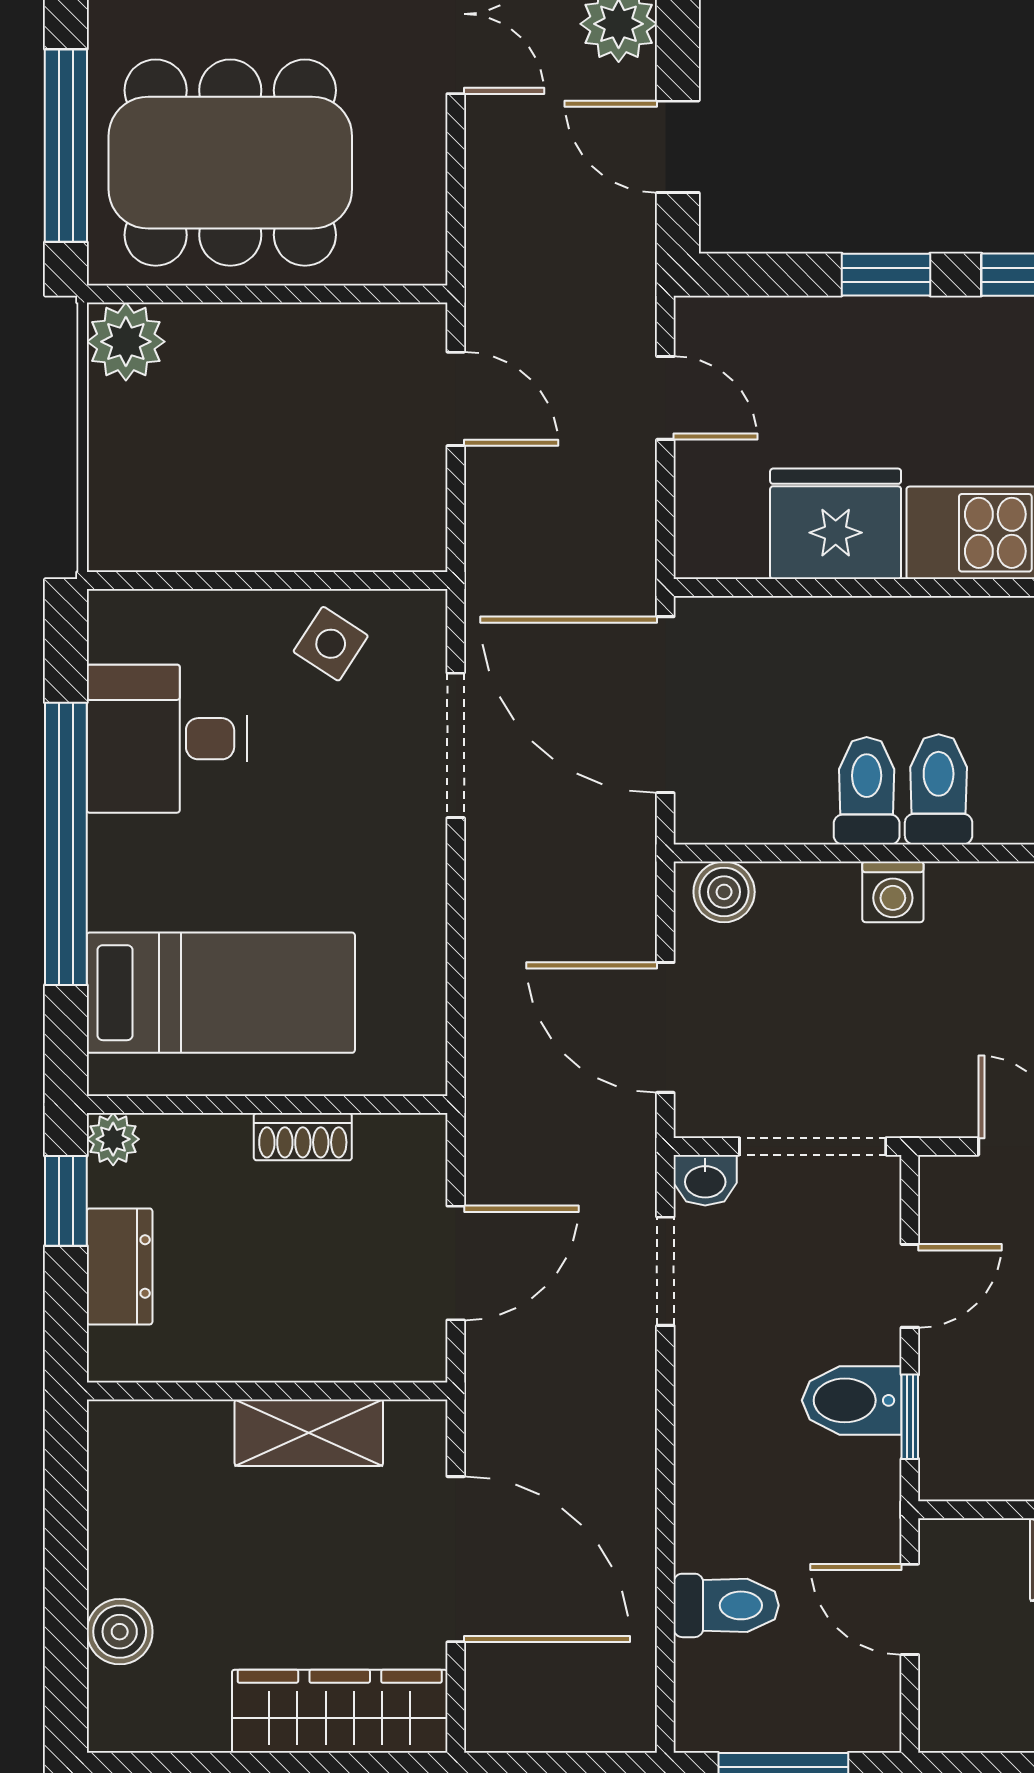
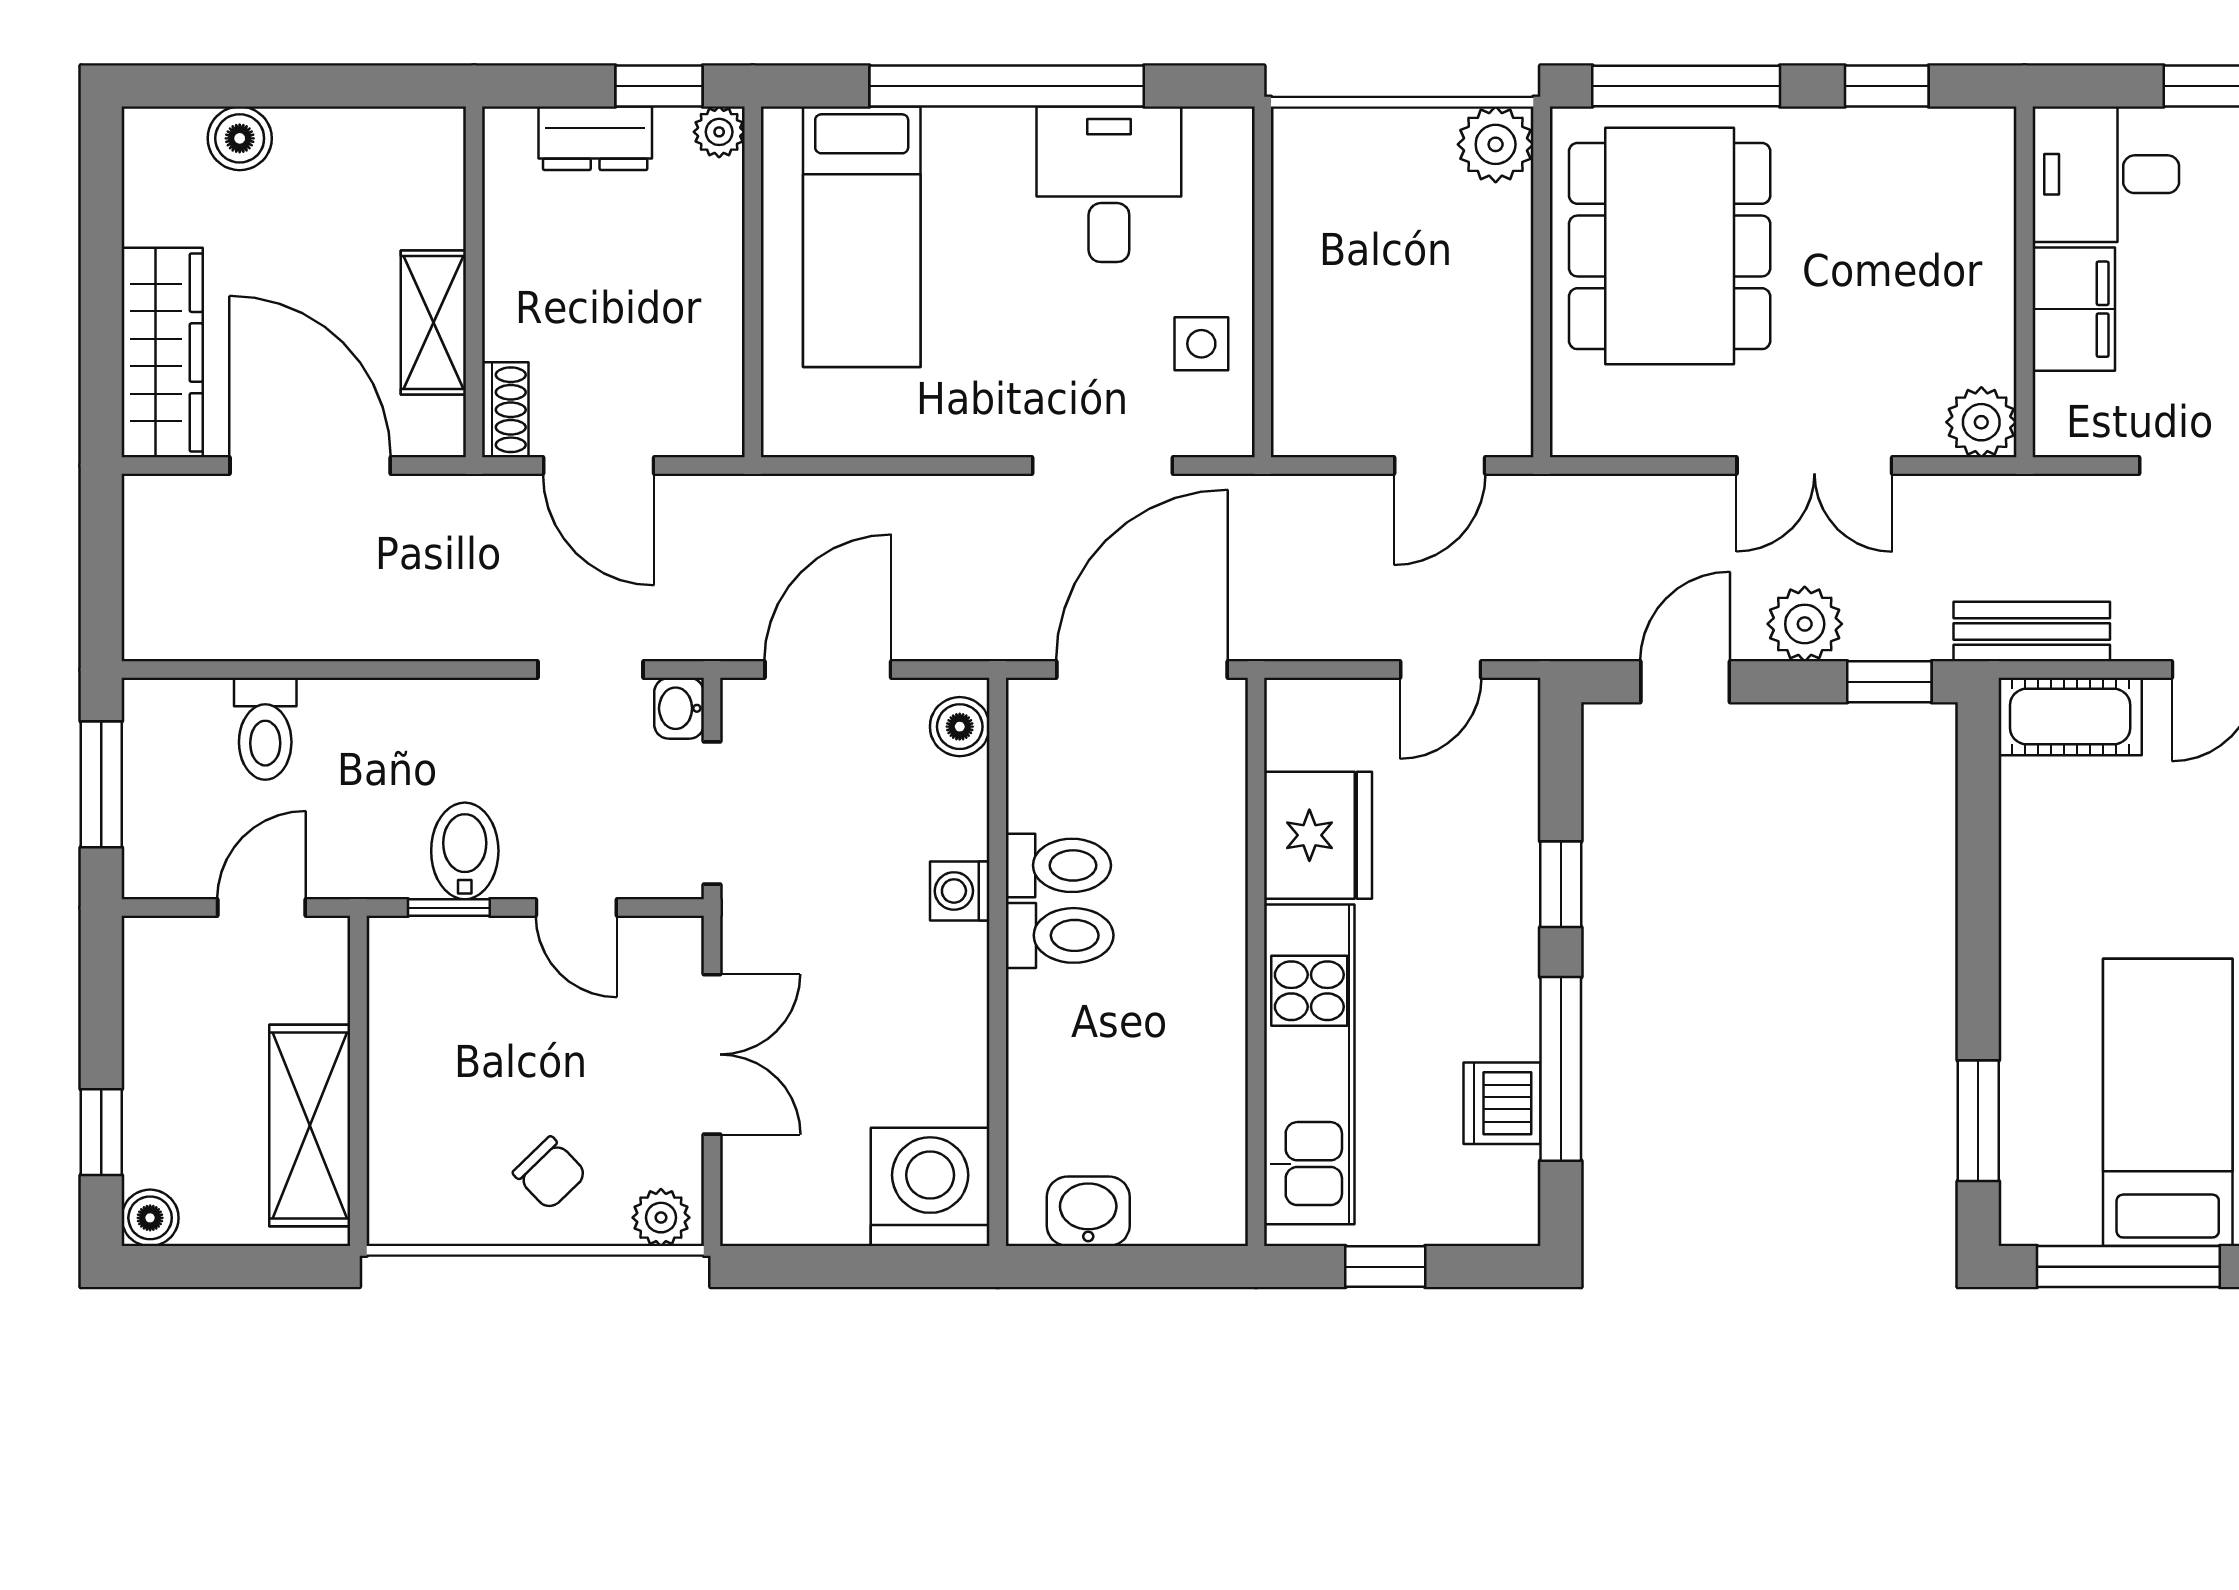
side table: (331, 644) -> (1201, 344), turned -33
shoe rack: (303, 1137) -> (505, 410), moved, turned 180
door: (456, 1559) -> (310, 465), swing flipped

